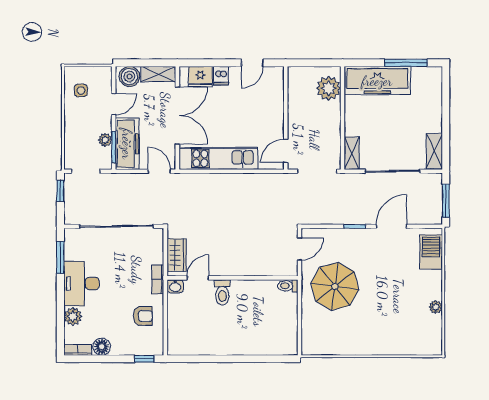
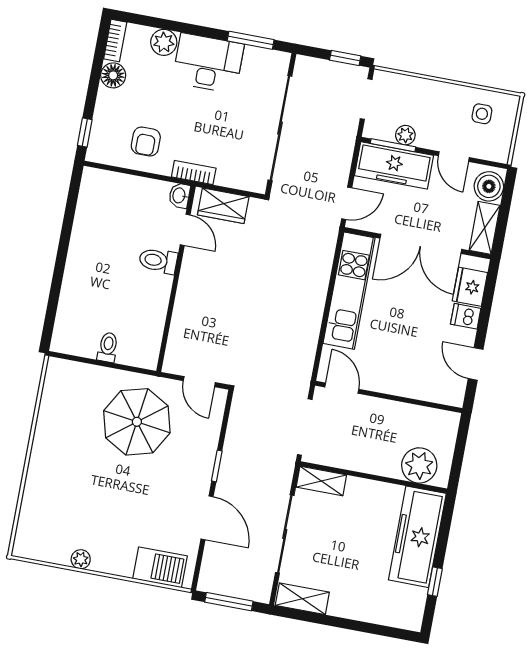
window: (406, 63) -> (435, 582), width x0.46
toilet: (288, 286) -> (108, 347), moved

